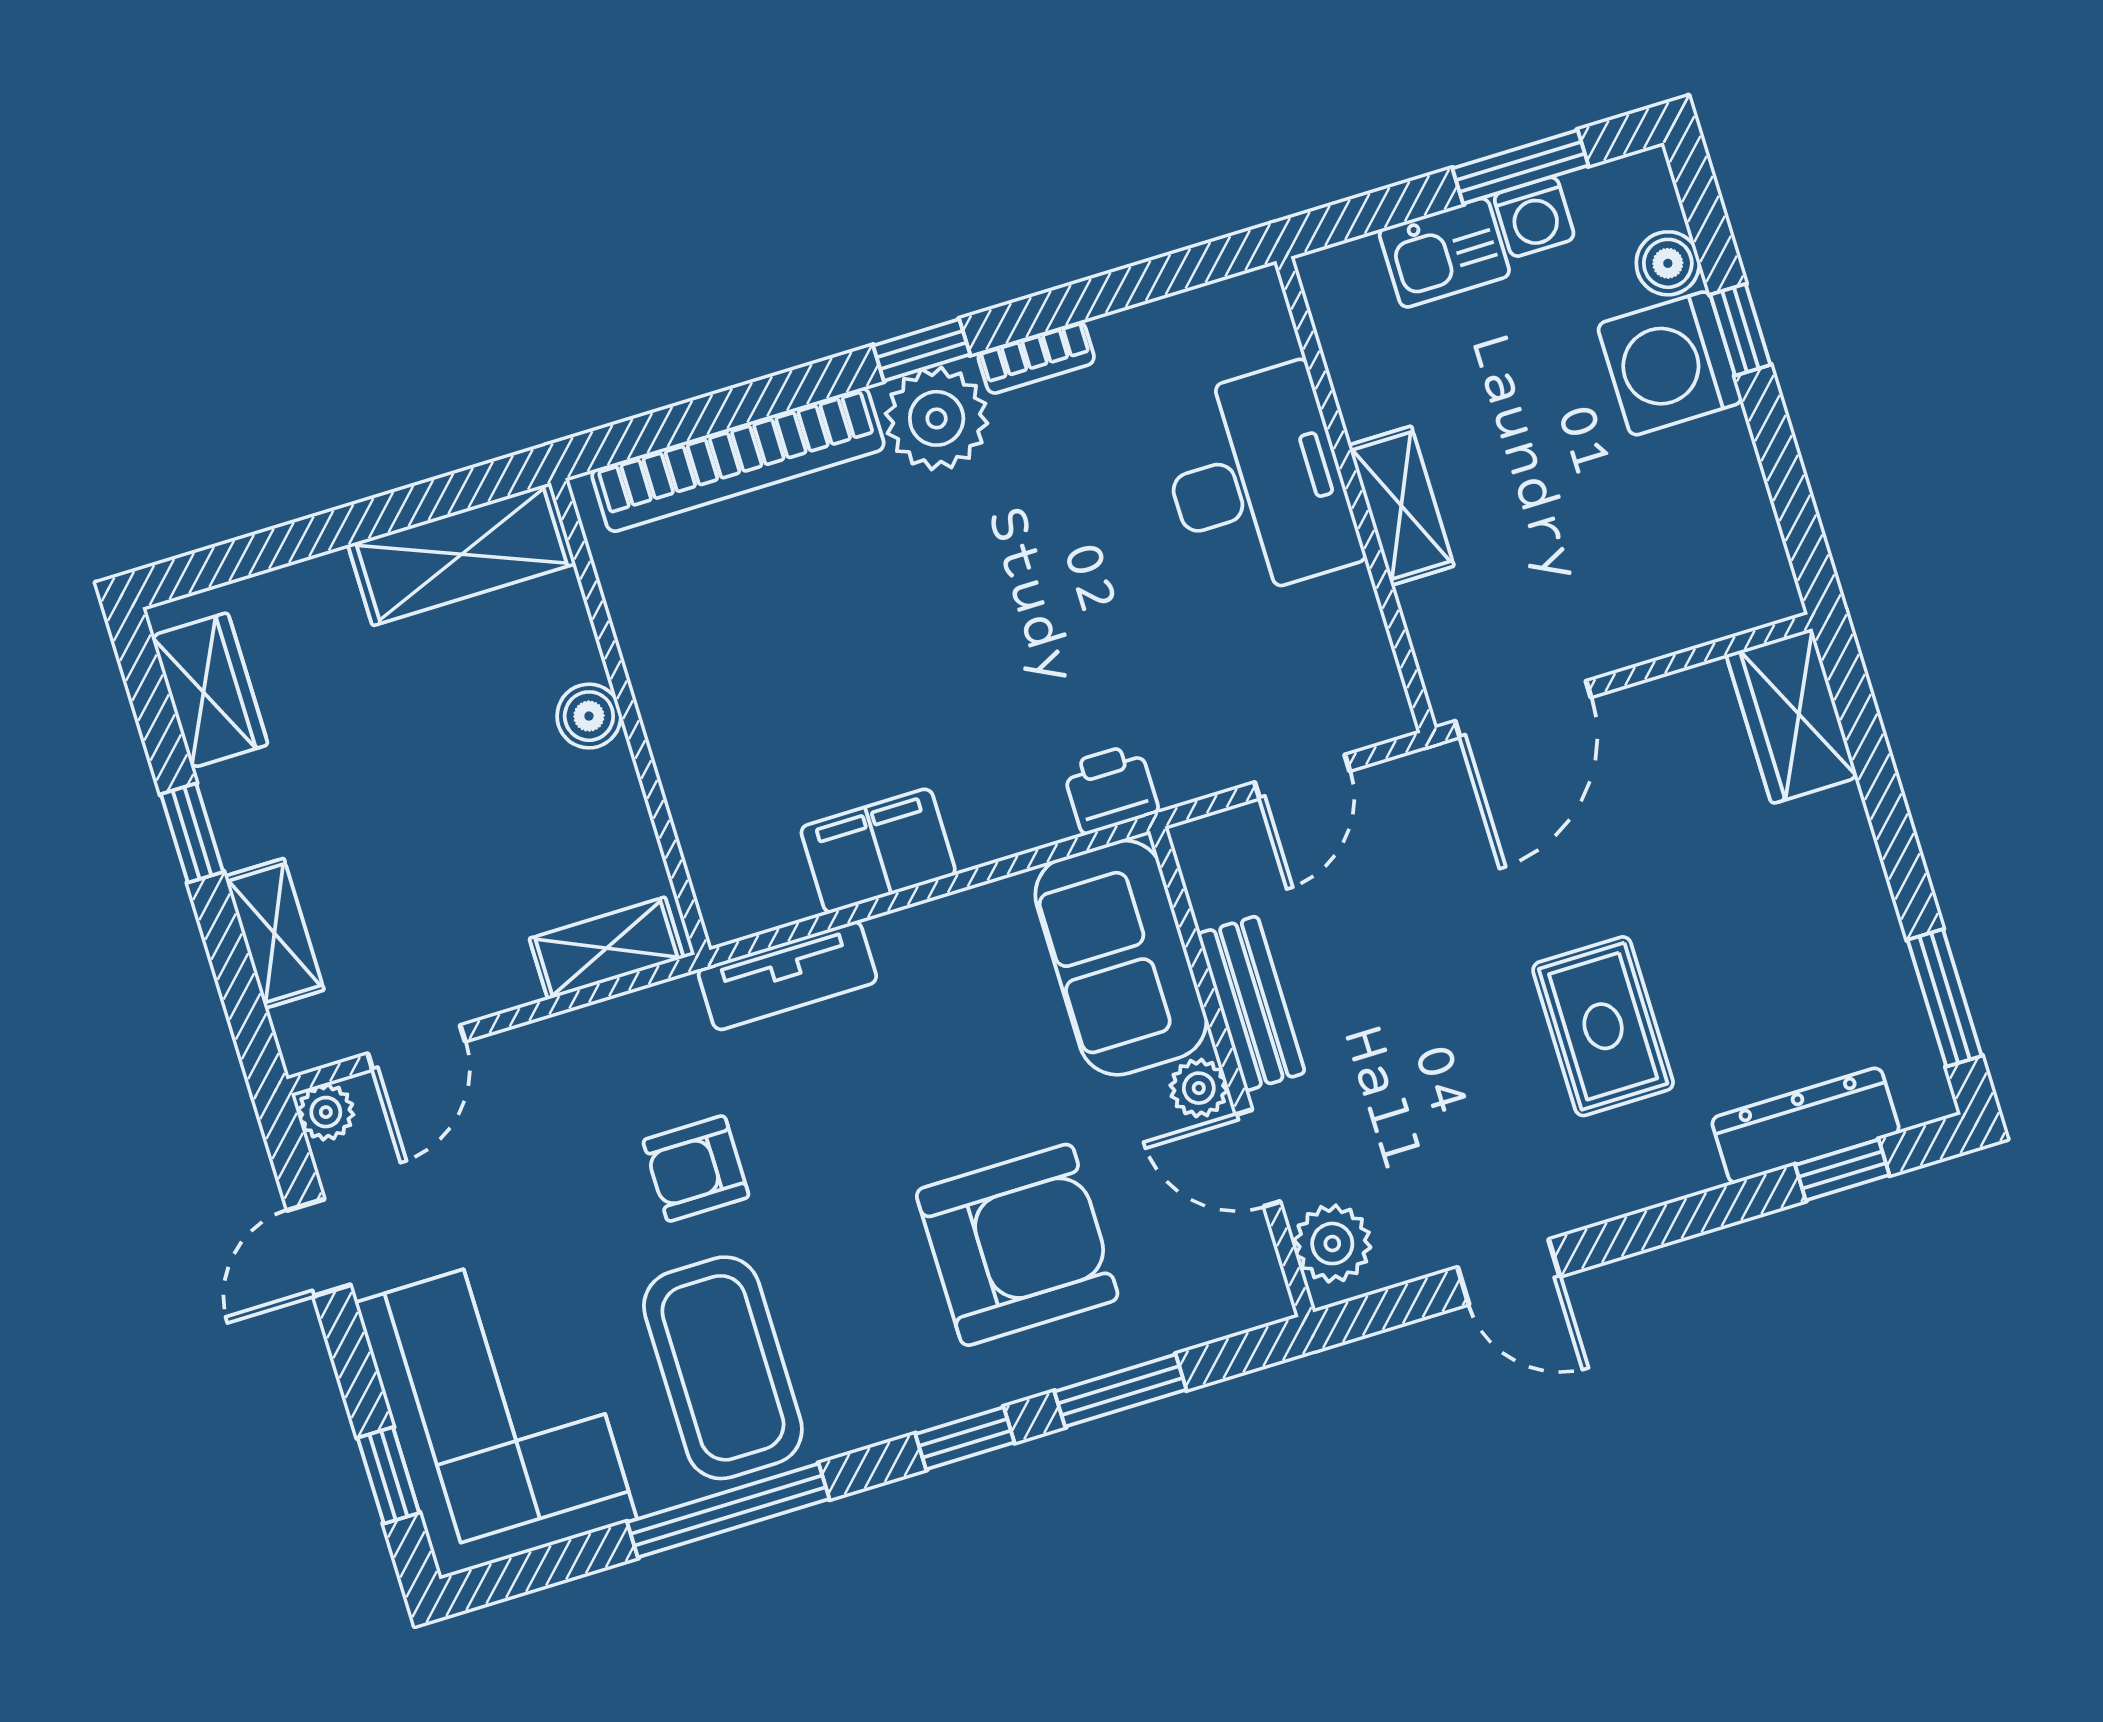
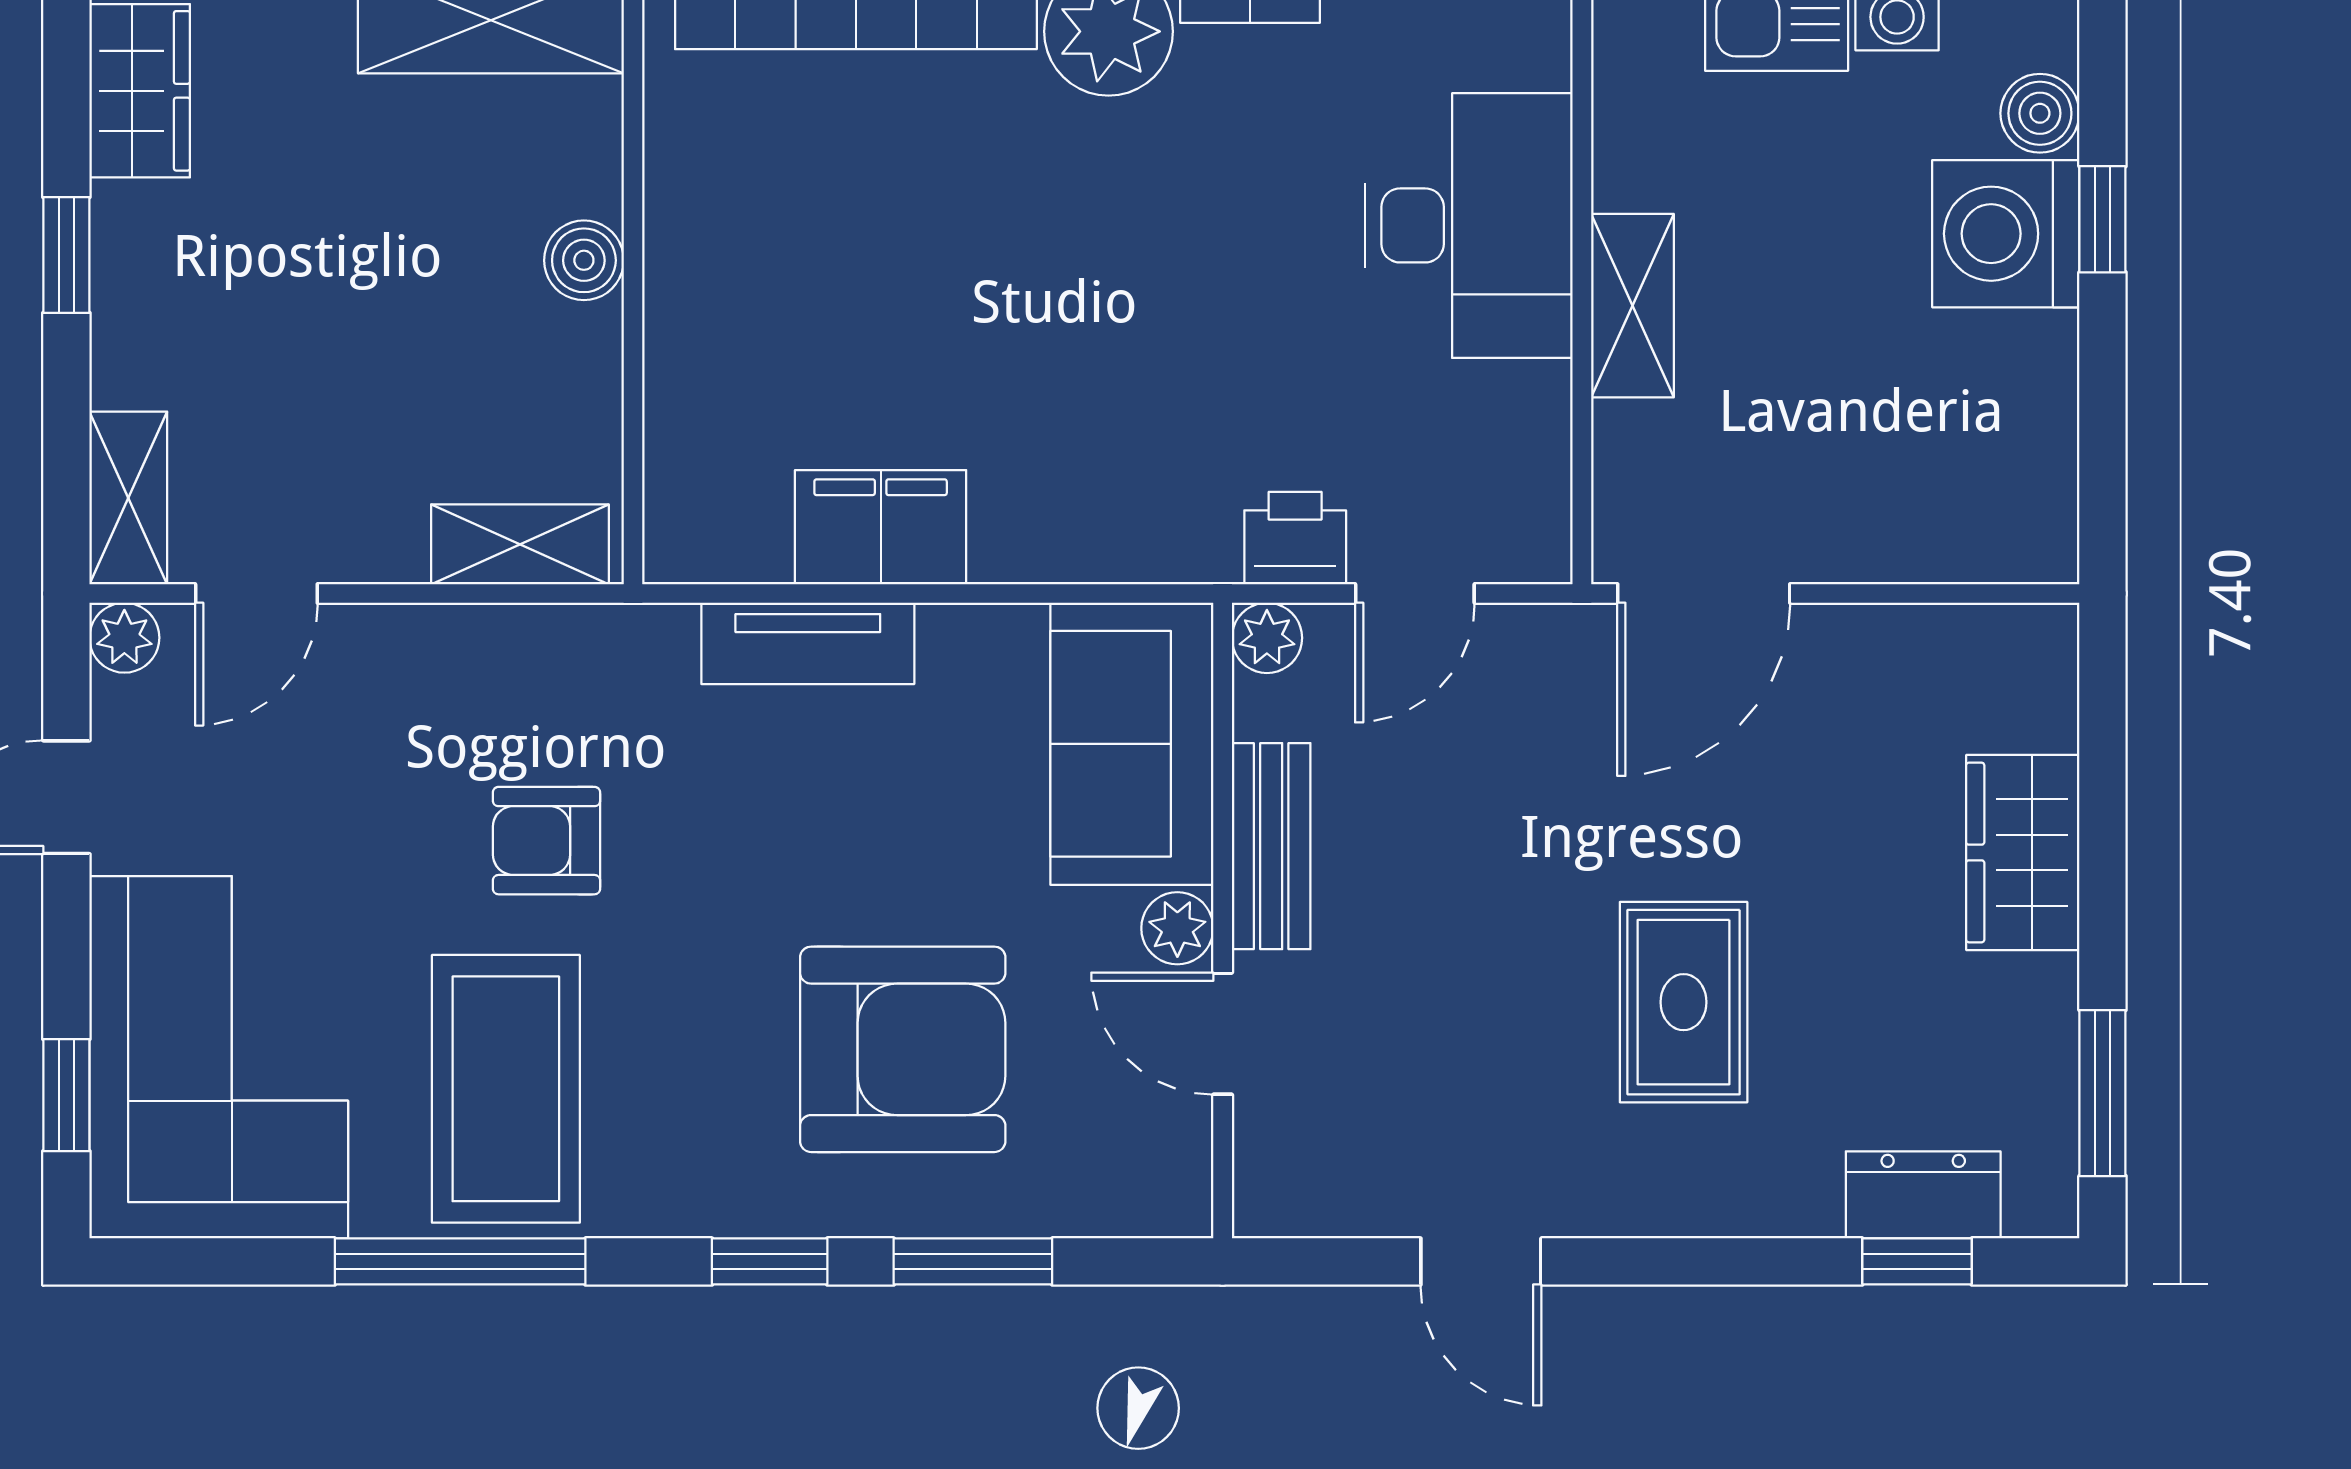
wardrobe: (1792, 716) -> (2023, 852), moved
printer: (1110, 789) -> (1295, 538), moved
shelving: (274, 933) -> (128, 498), moved
tv unit: (787, 976) -> (808, 643), moved
dresser: (1805, 1126) -> (1923, 1195), width x0.70
plant: (1332, 1244) -> (1267, 638), moved, width x0.73, depth x0.73

